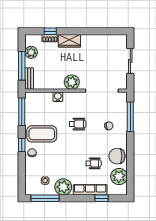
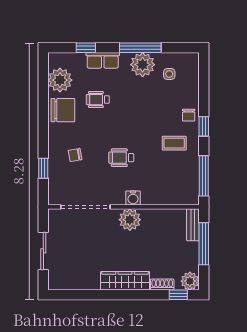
window: (50, 31) -> (178, 295), moved
wardrobe: (69, 41) -> (125, 281), width x1.50
plant: (31, 52) -> (190, 281), moved
water cooler: (58, 97) -> (133, 198), moved
window: (130, 117) -> (43, 168), width x0.46
coffee table: (42, 134) -> (174, 143), width x0.54, depth x0.58
row of seats: (90, 190) -> (103, 60), width x0.68
window: (45, 198) -> (140, 48), moved

